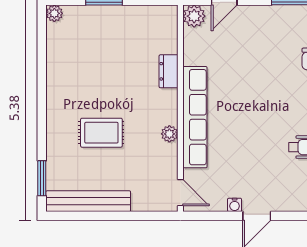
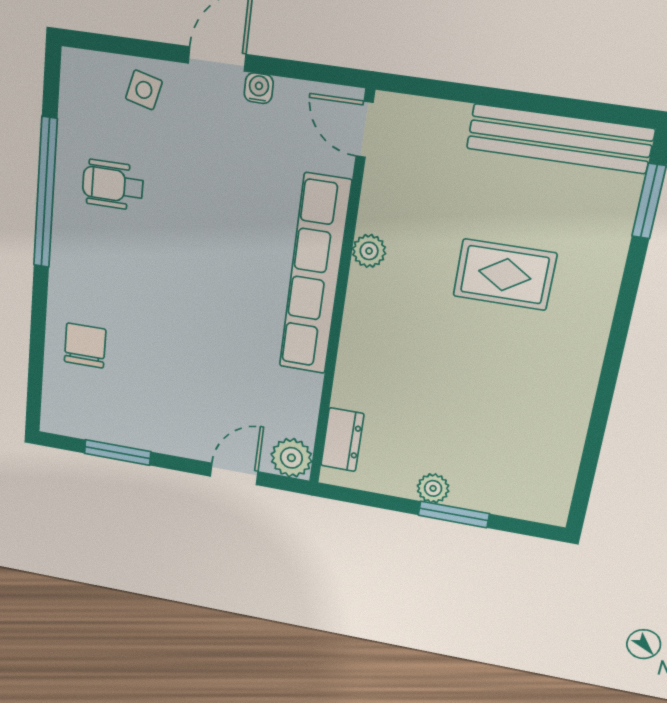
plant: (54, 13) -> (433, 488), moved
dresser: (169, 71) -> (342, 440), moved
side table: (292, 196) -> (144, 90), added

